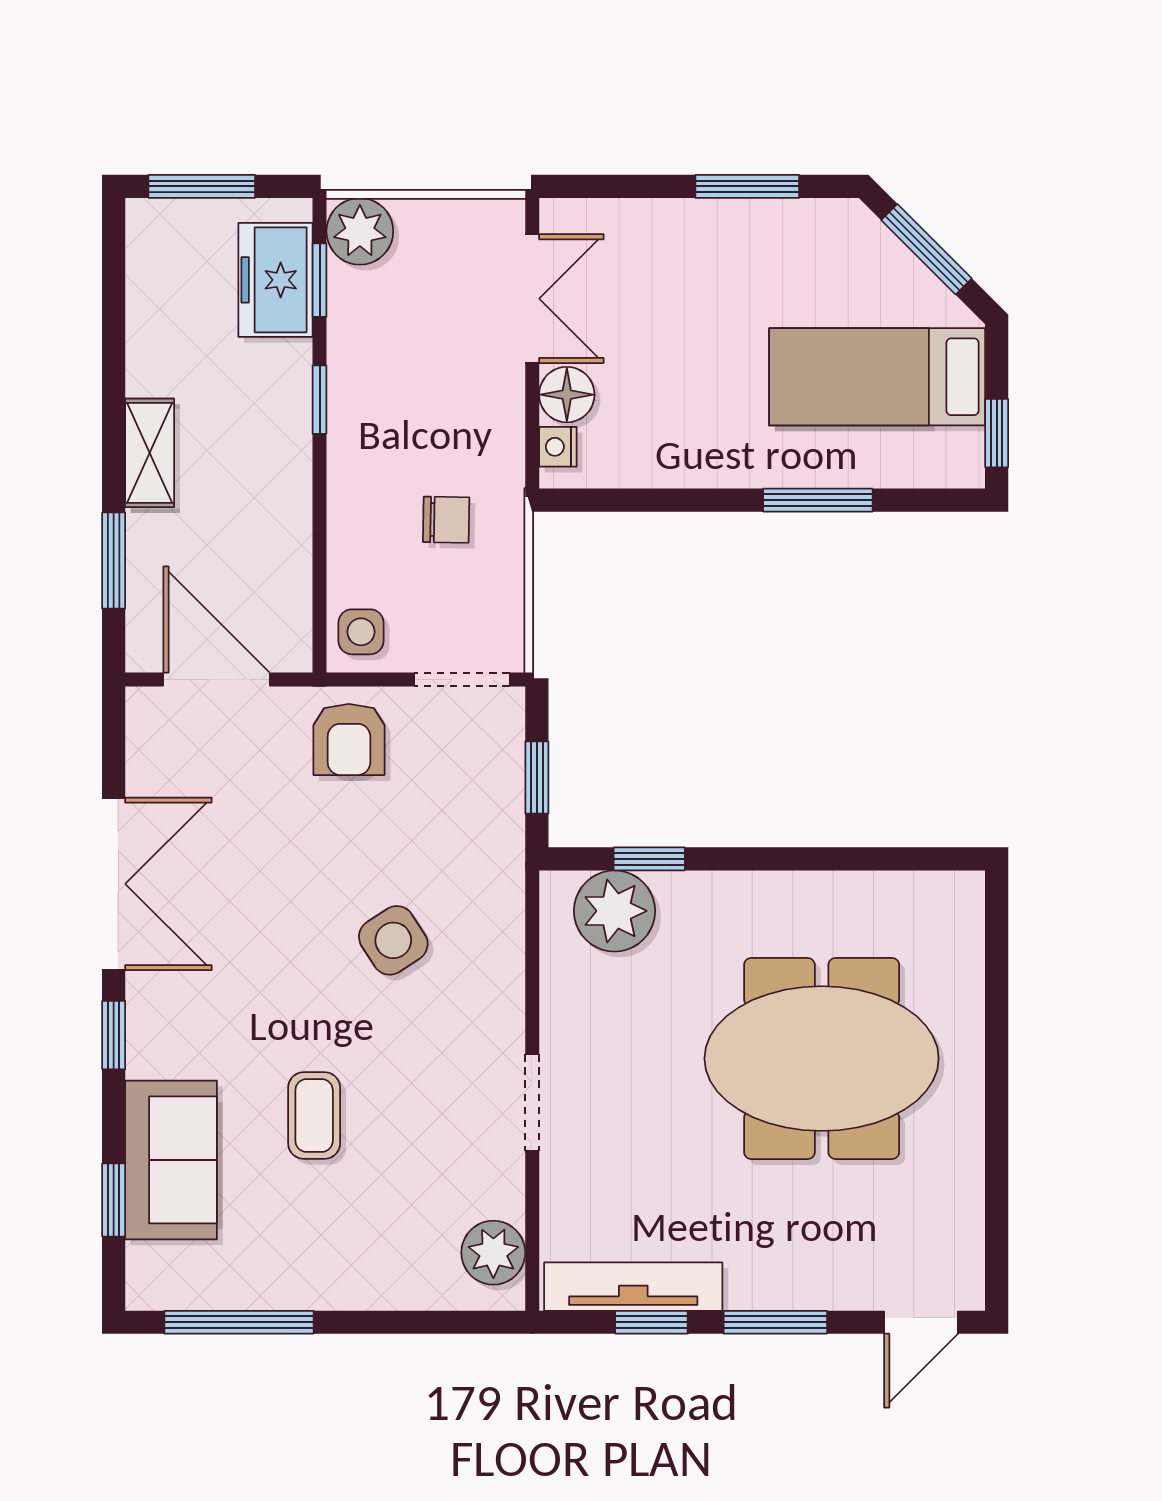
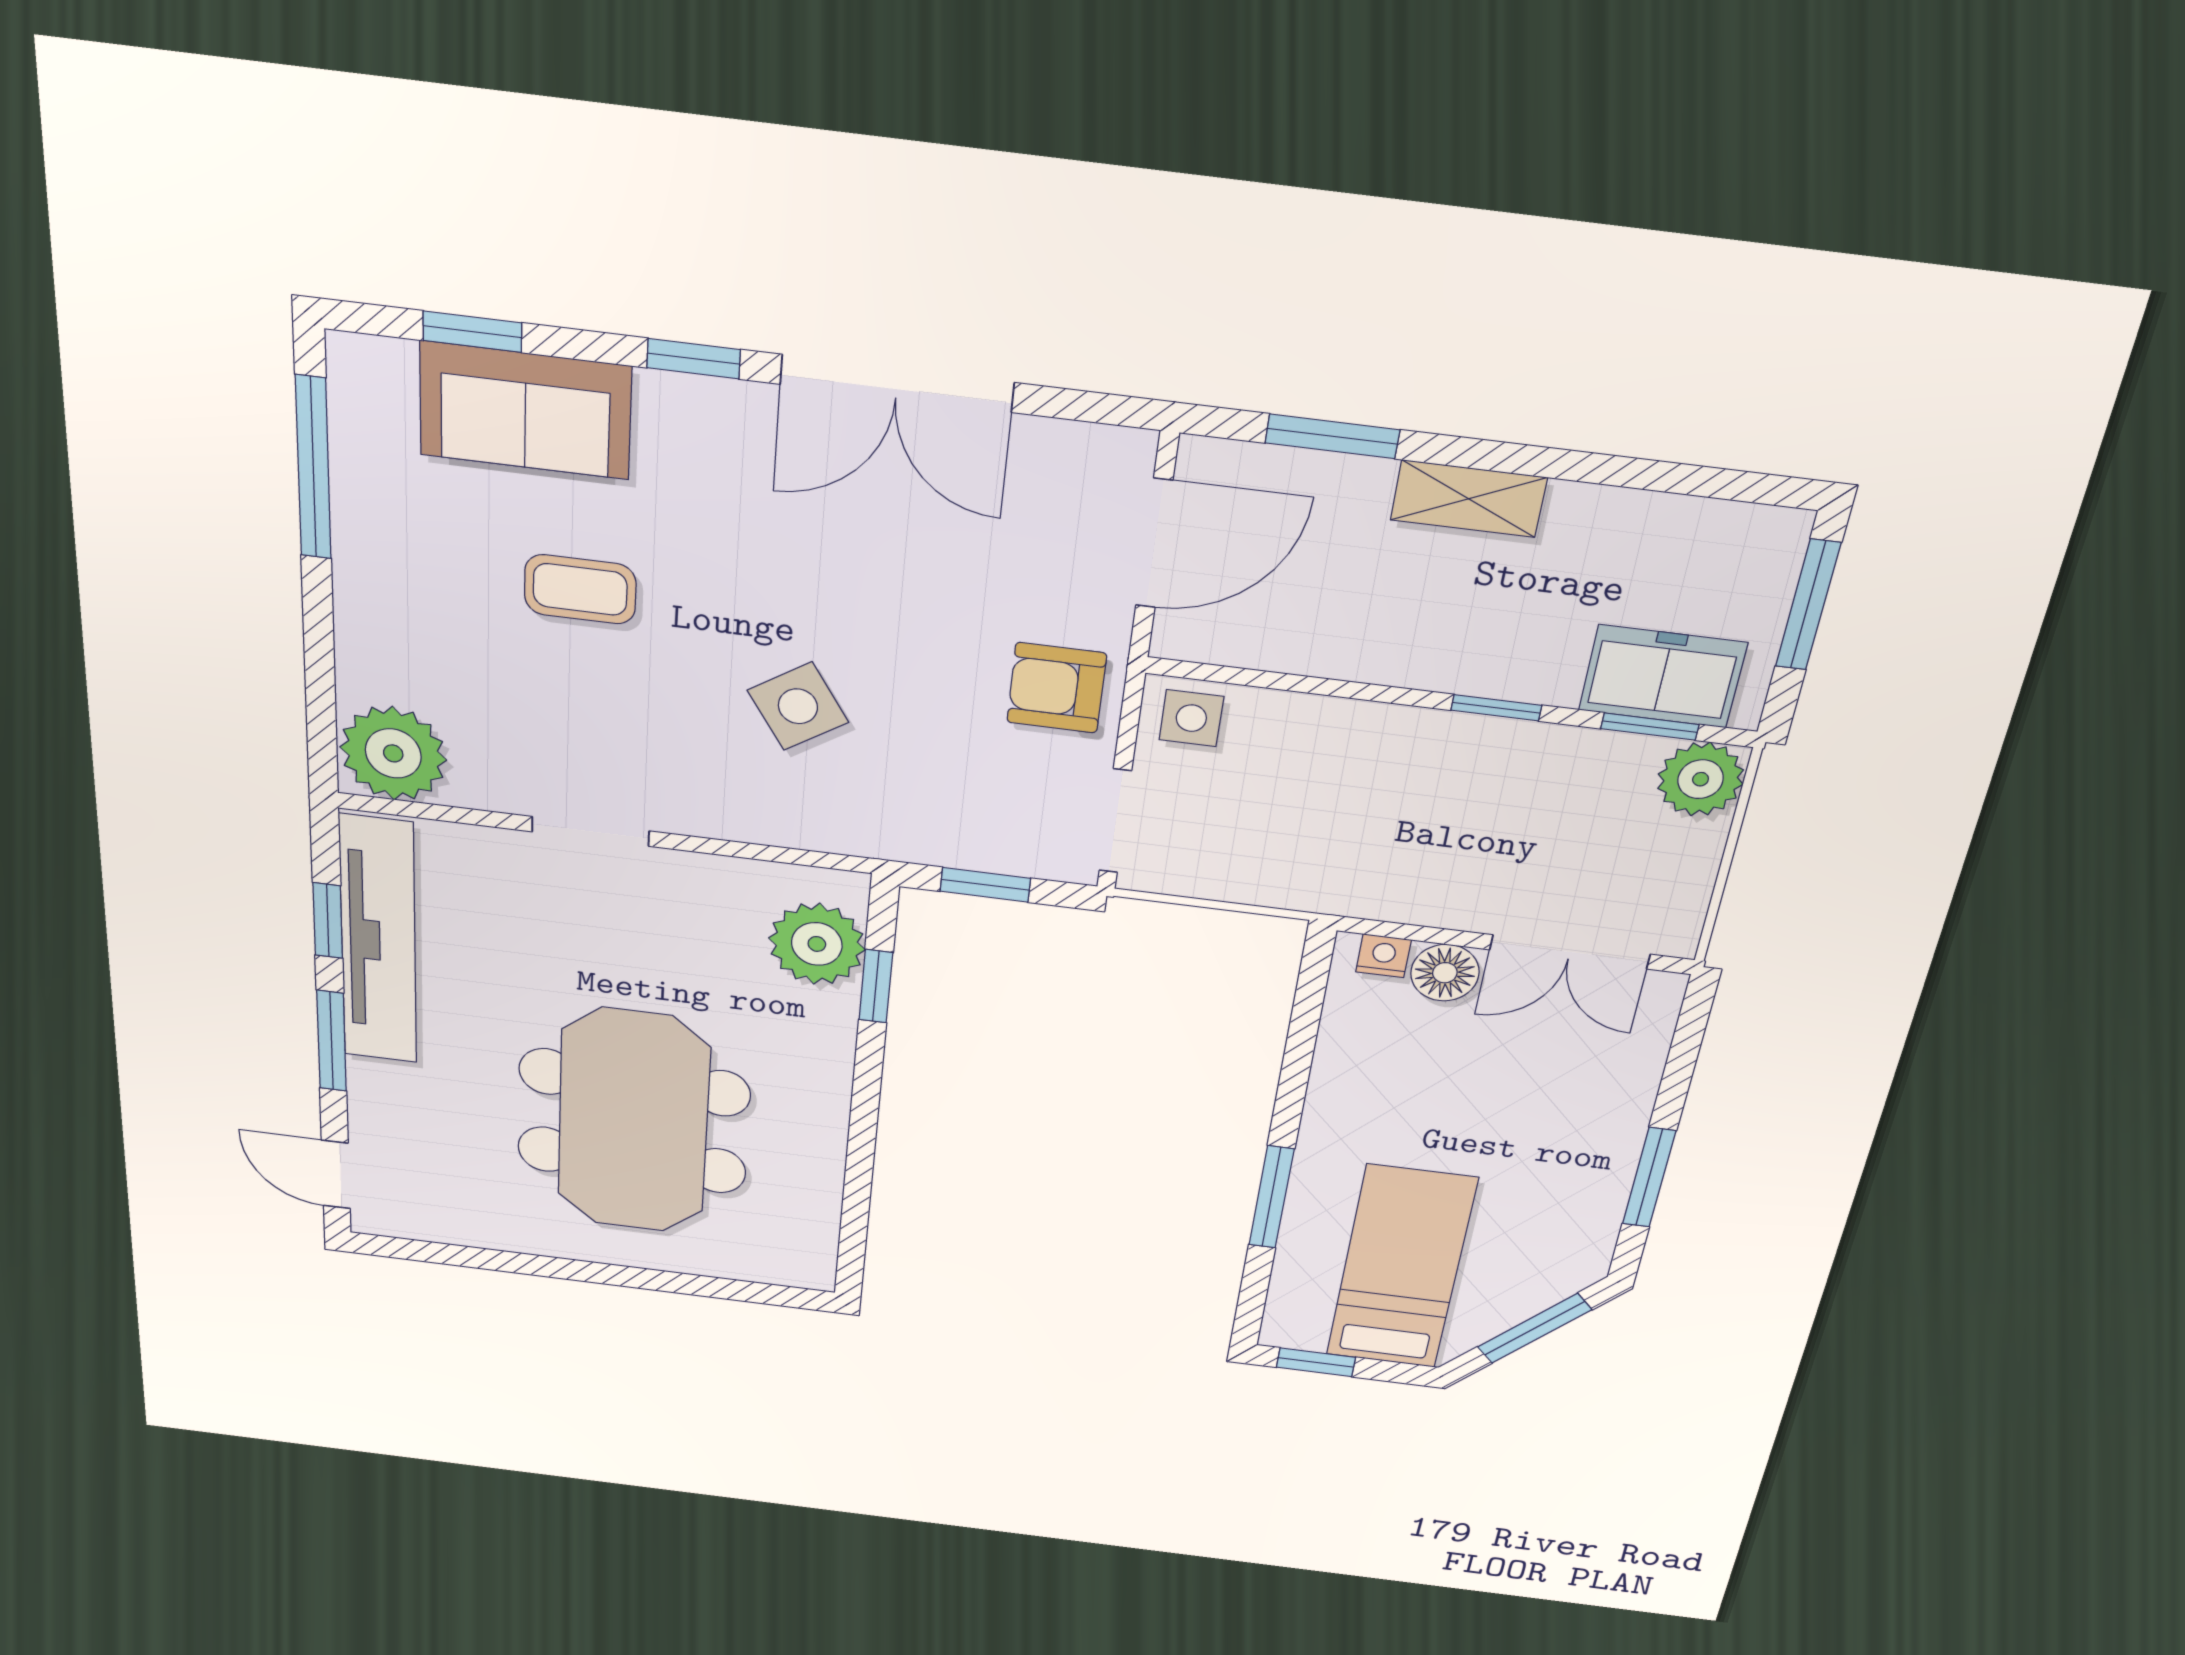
chair: (446, 520) -> (1317, 828), removed
plant: (493, 1253) -> (393, 753), width x1.36, depth x1.36
tv unit: (633, 1287) -> (378, 941), width x1.36, depth x1.29

